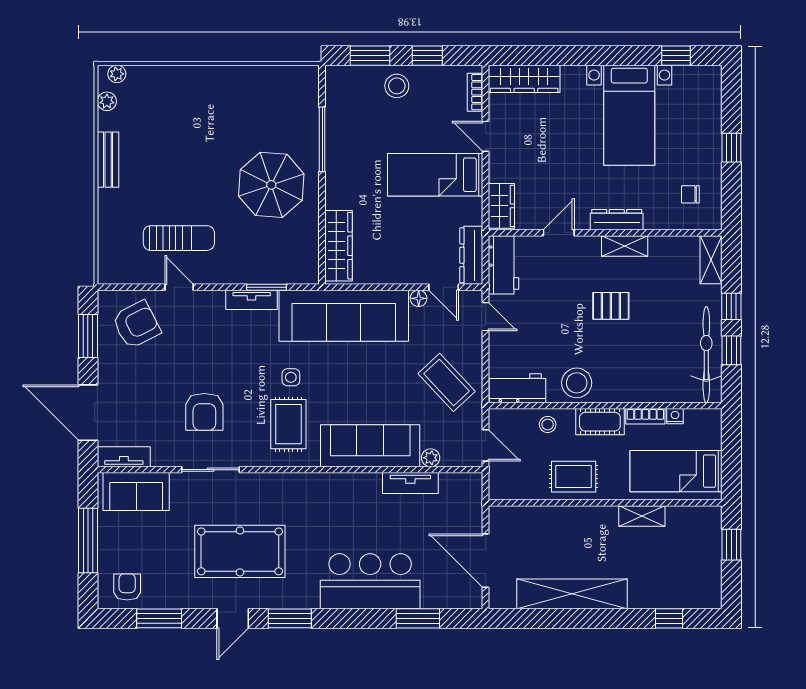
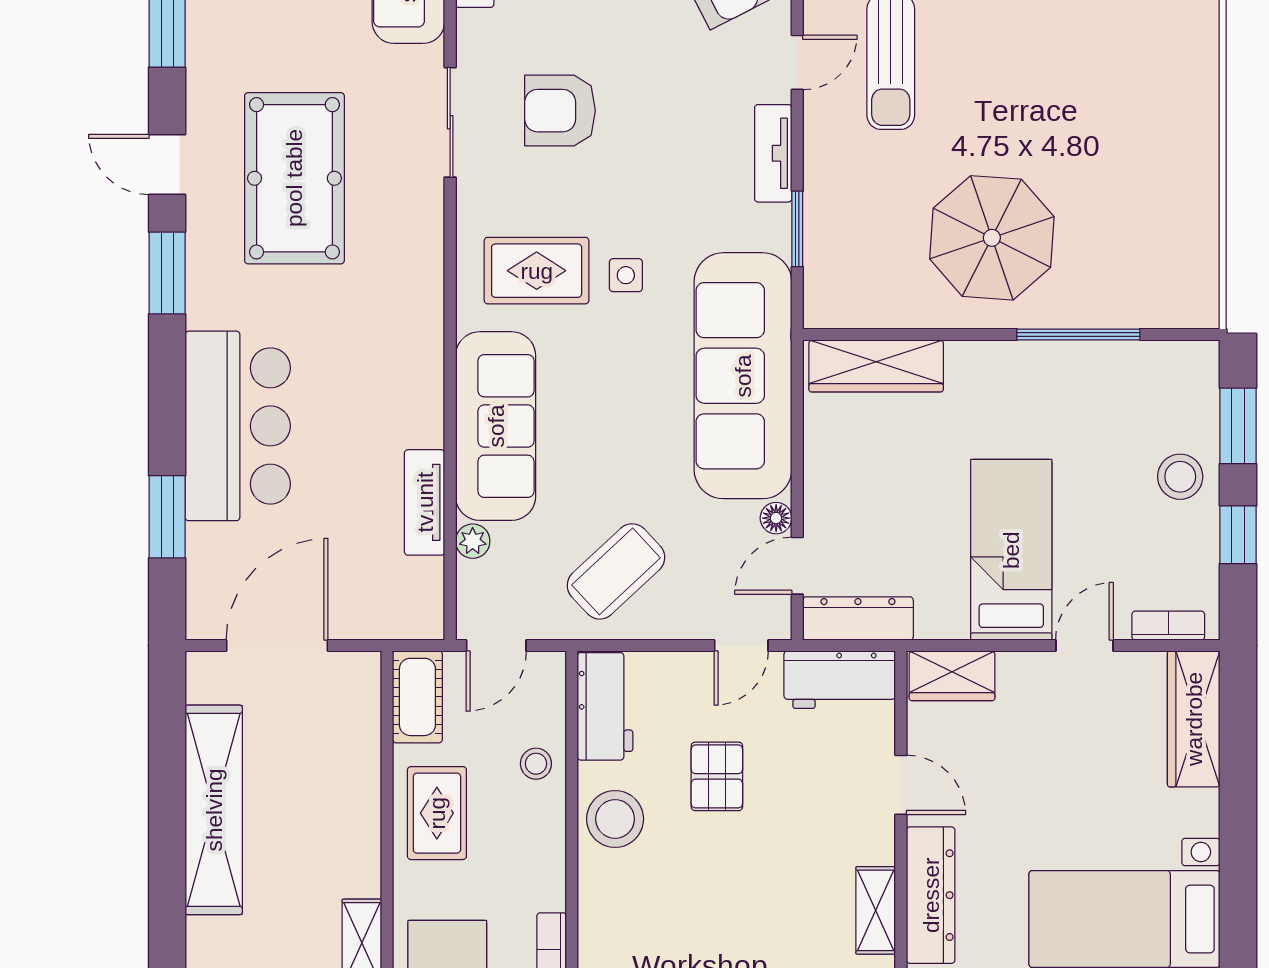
dresser: (617, 220) -> (931, 895), width x1.37, depth x1.24
tv unit: (252, 300) -> (773, 153), moved
pallet: (611, 306) -> (717, 776), moved
cot: (600, 422) -> (417, 697), moved

